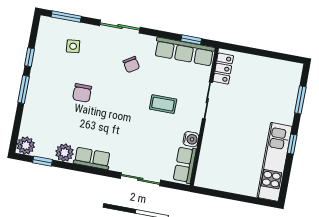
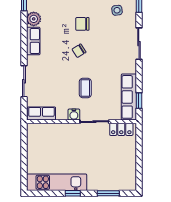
chair: (131, 65) -> (79, 51), moved
water cooler: (191, 139) -> (74, 115), moved

